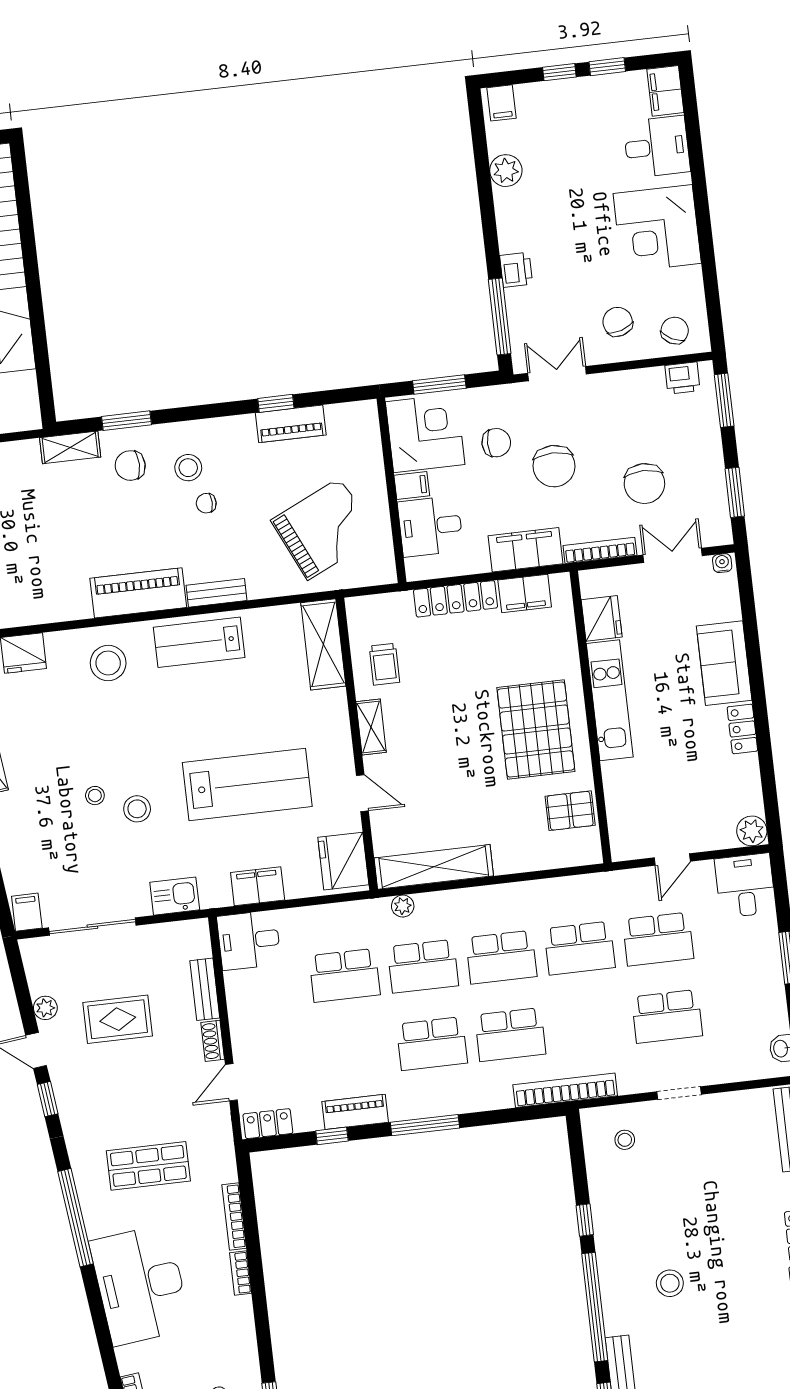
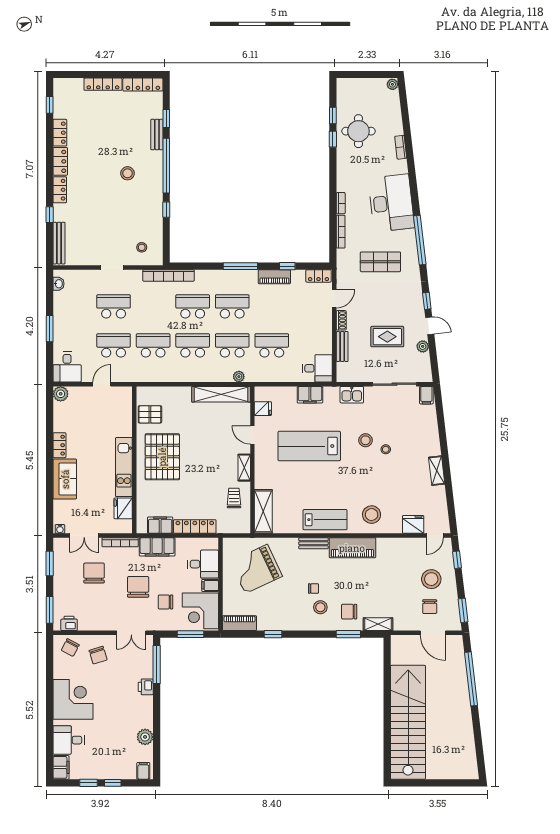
piano: (291, 424) -> (239, 623), moved
chair: (130, 466) -> (349, 612), turned 180
fridge: (343, 861) -> (263, 409), width x0.53, depth x0.75

